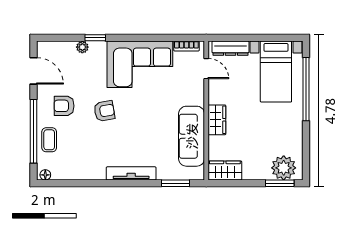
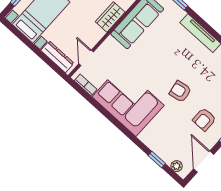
window: (95, 38) -> (157, 160), moved
plant: (82, 47) -> (177, 166), moved
armchair: (64, 106) -> (204, 119), turned 90

